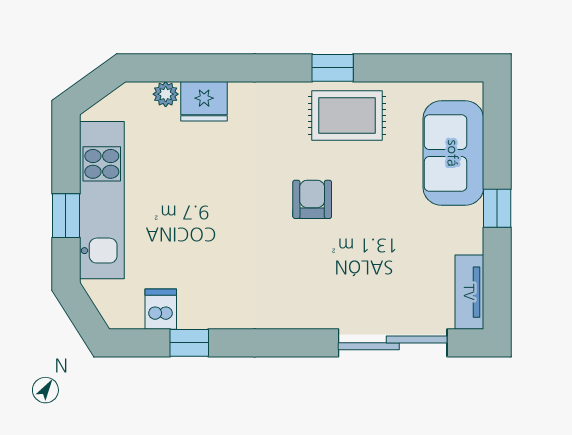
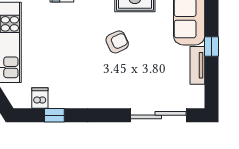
armchair: (312, 199) -> (117, 42), turned 65
tv unit: (469, 292) -> (197, 65), moved

